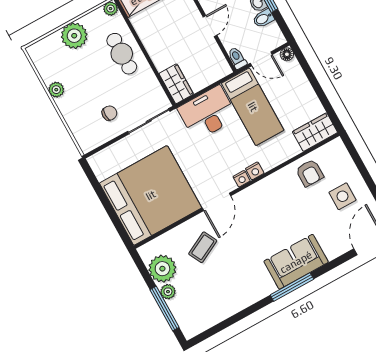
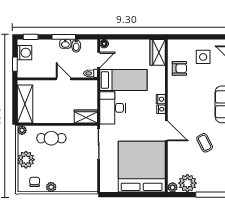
chair: (109, 113) -> (35, 182), moved
coffee table: (203, 247) -> (205, 143), moved
plant: (168, 292) -> (173, 187), moved

